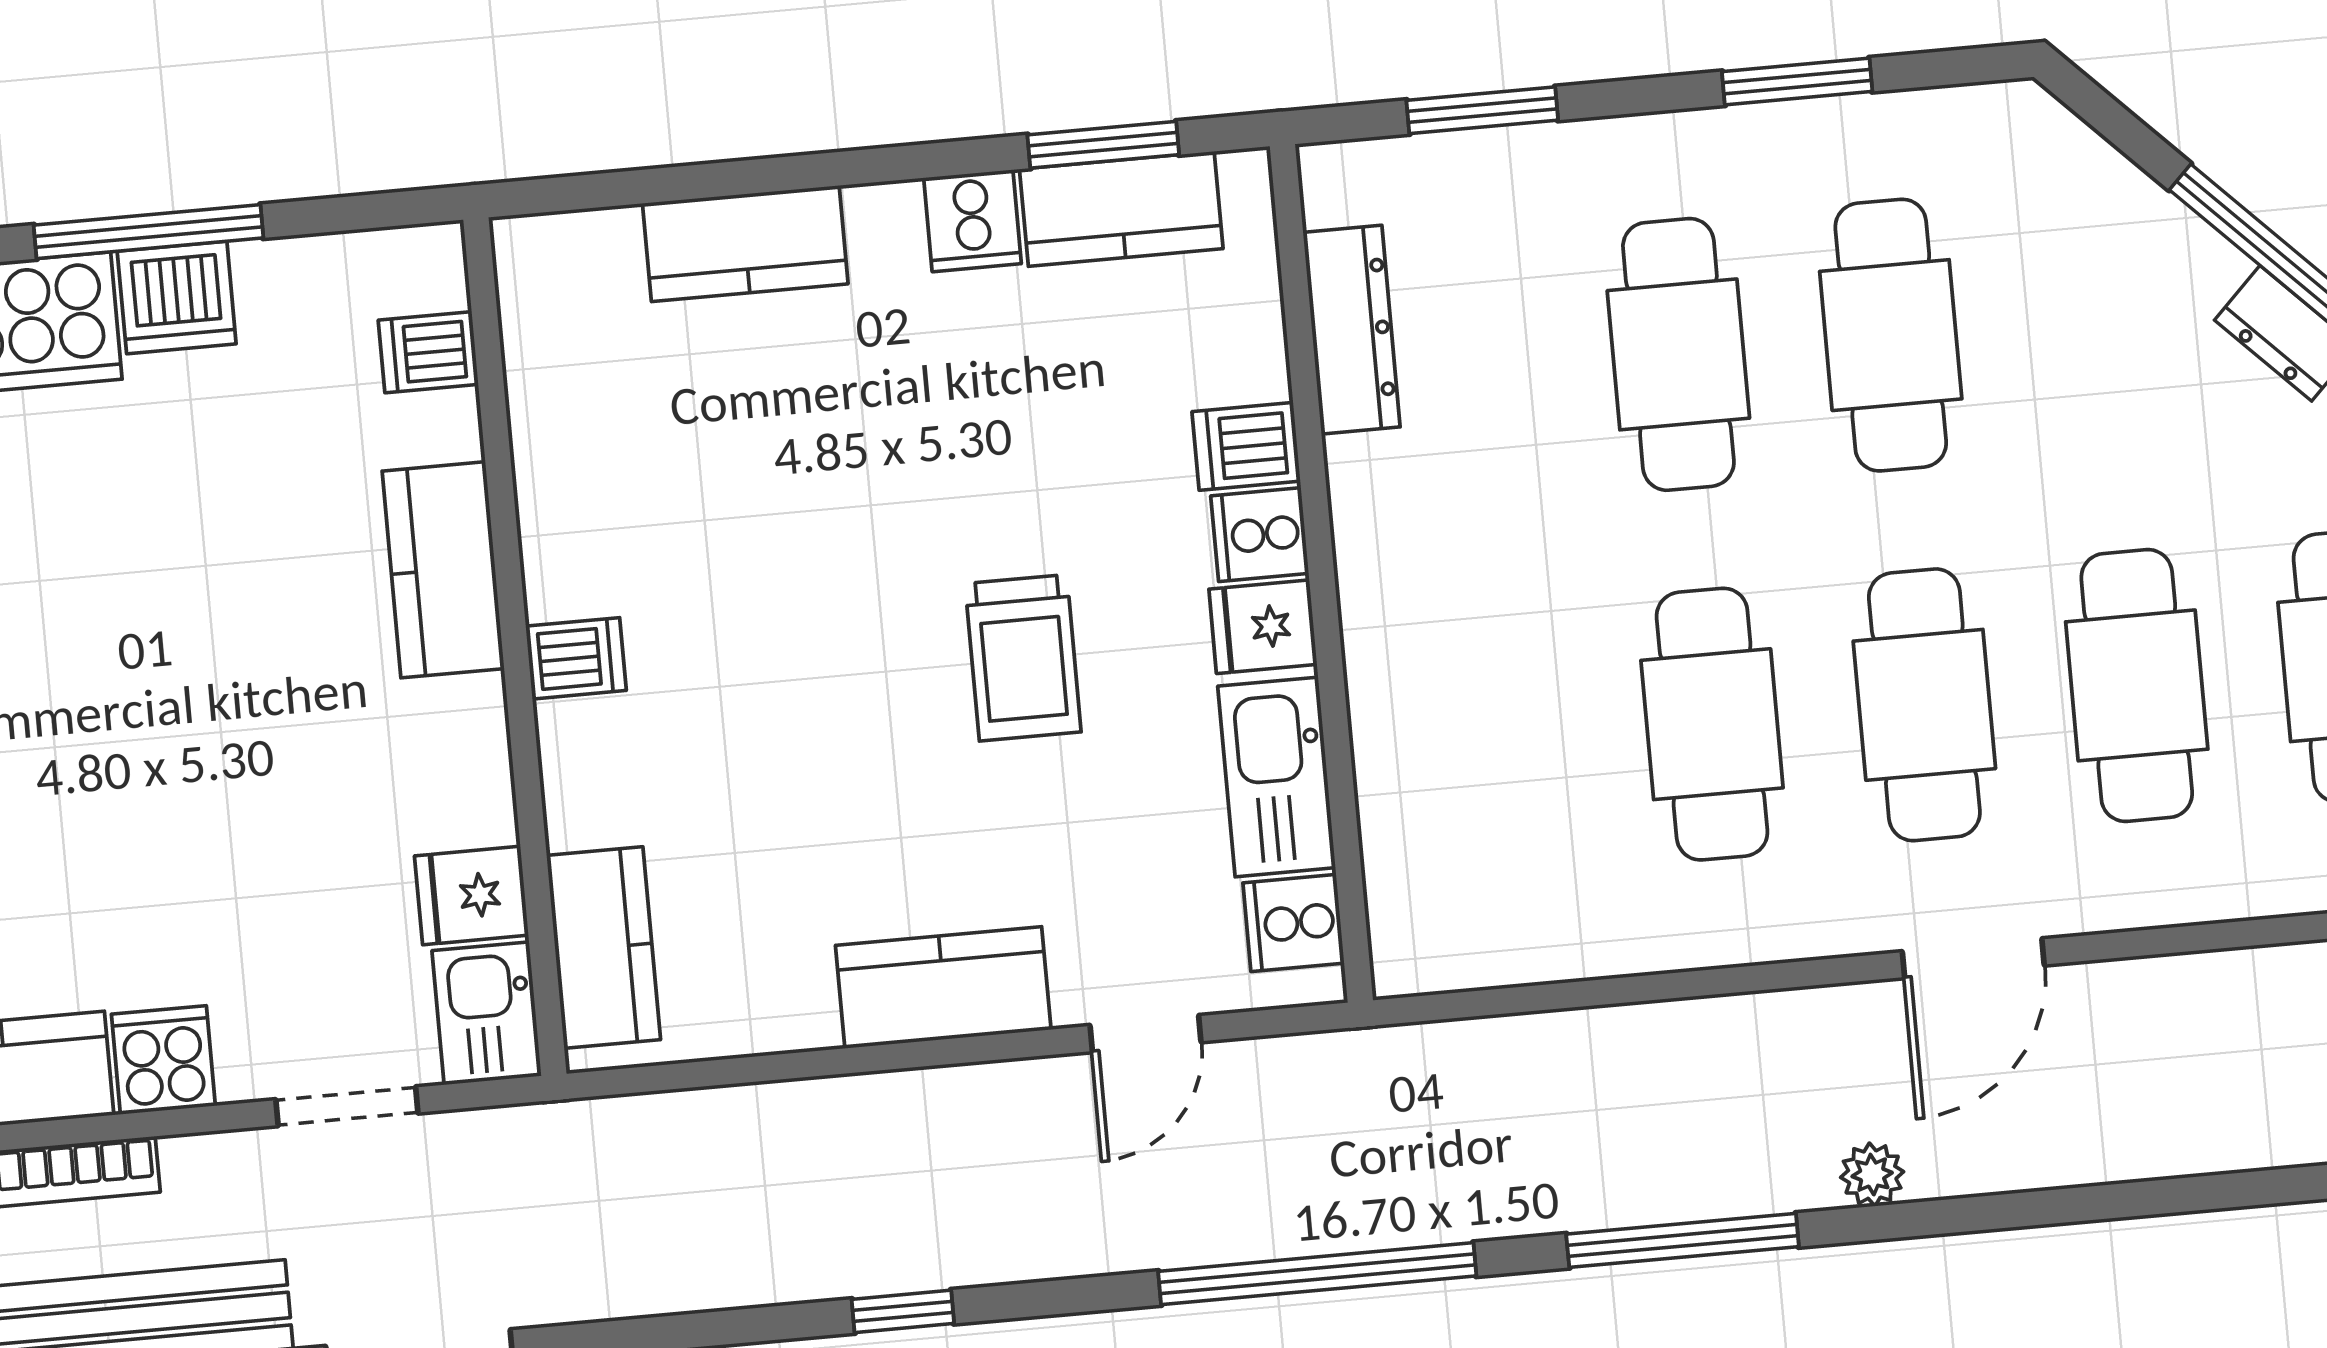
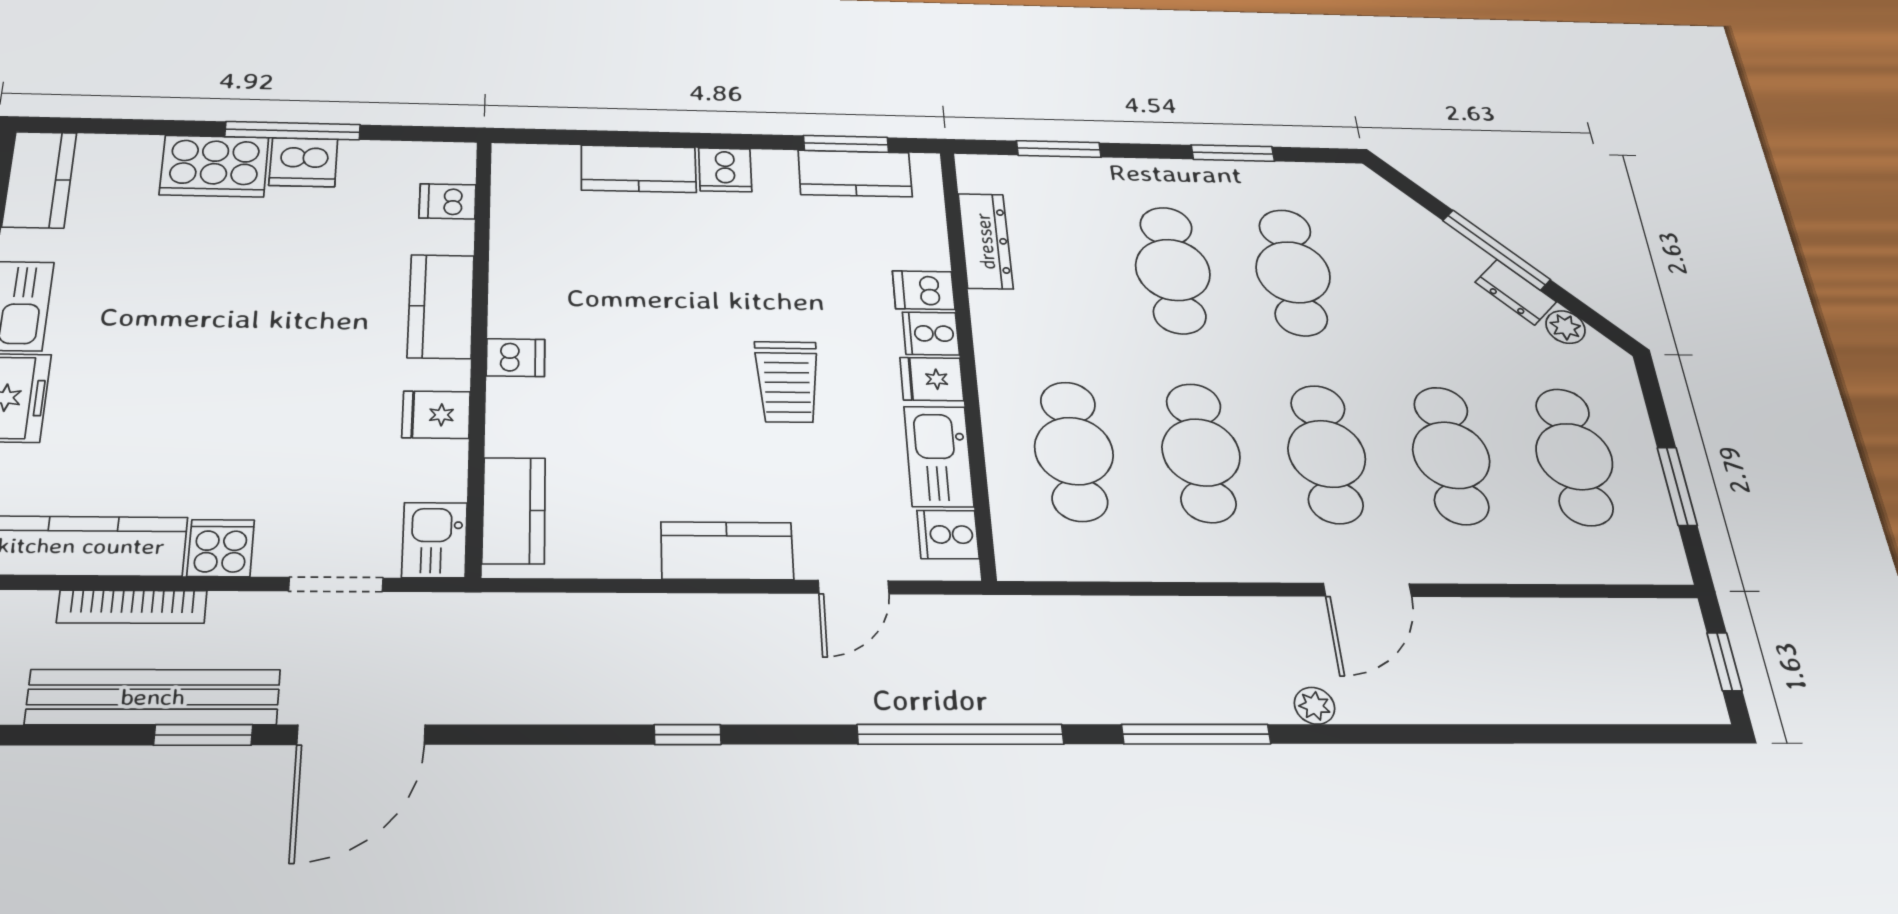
cooker: (972, 221) -> (725, 170), moved
cafe table: (1500, 743) -> (1074, 451), added
fridge: (472, 896) -> (436, 415), moved

